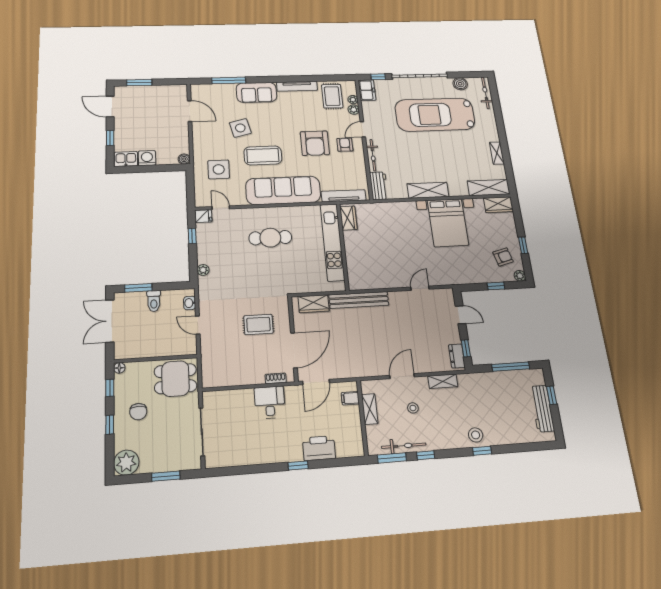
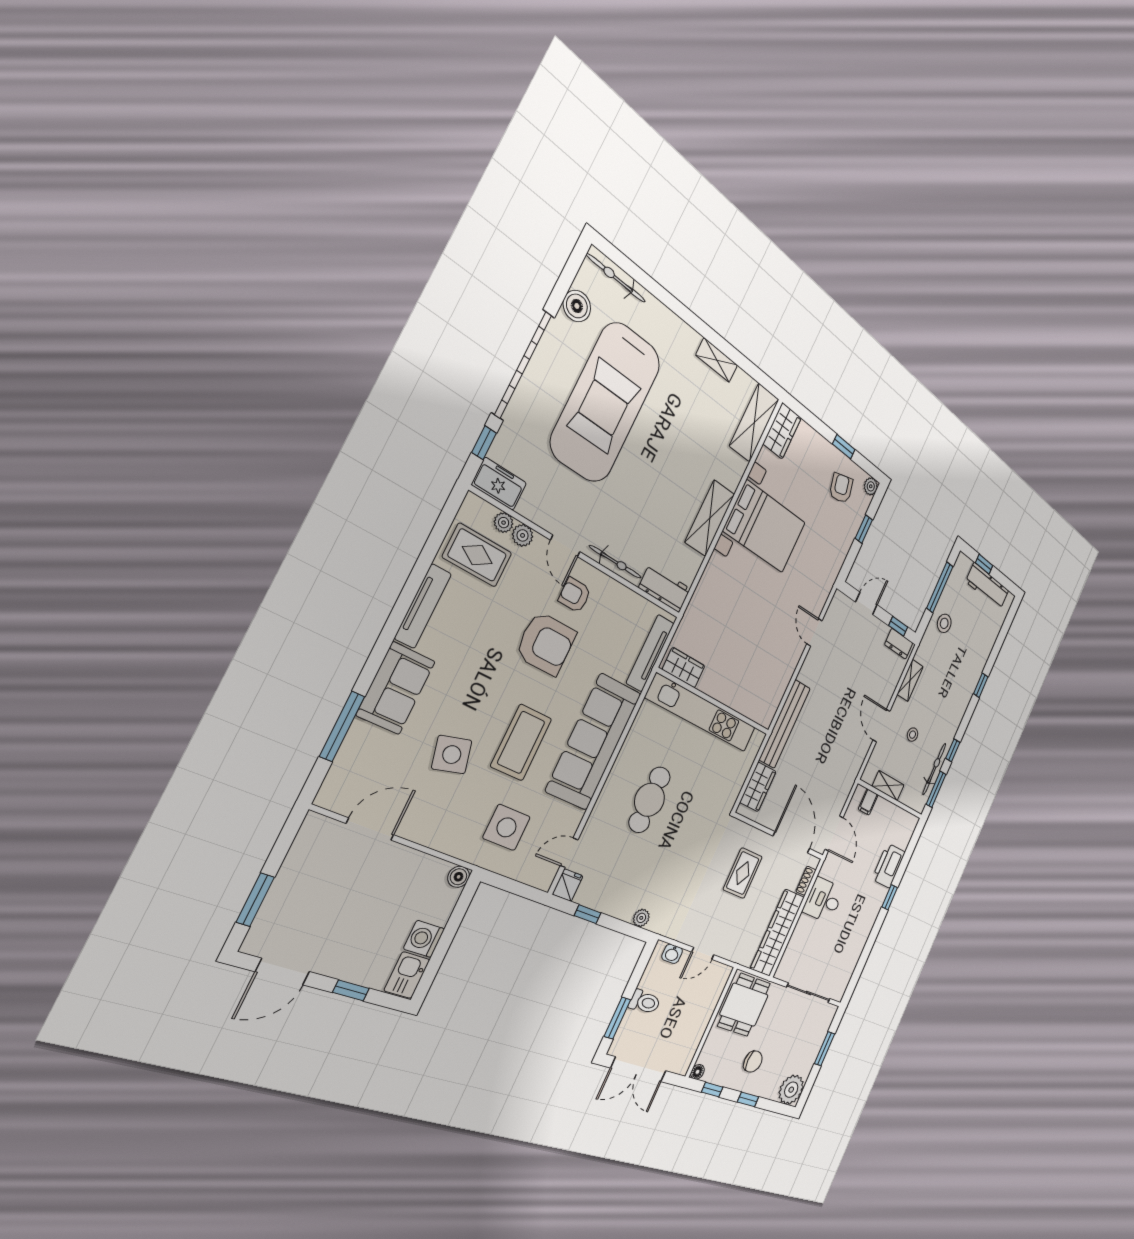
wardrobe: (233, 376) -> (777, 933), added
stool: (476, 435) -> (944, 623), moved

